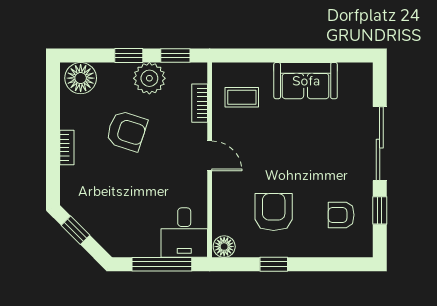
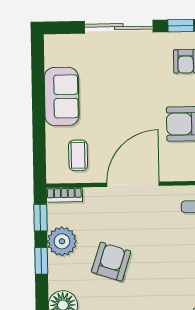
bookcase: (200, 103) -> (64, 195), moved
door: (210, 156) -> (133, 184), width x1.88

